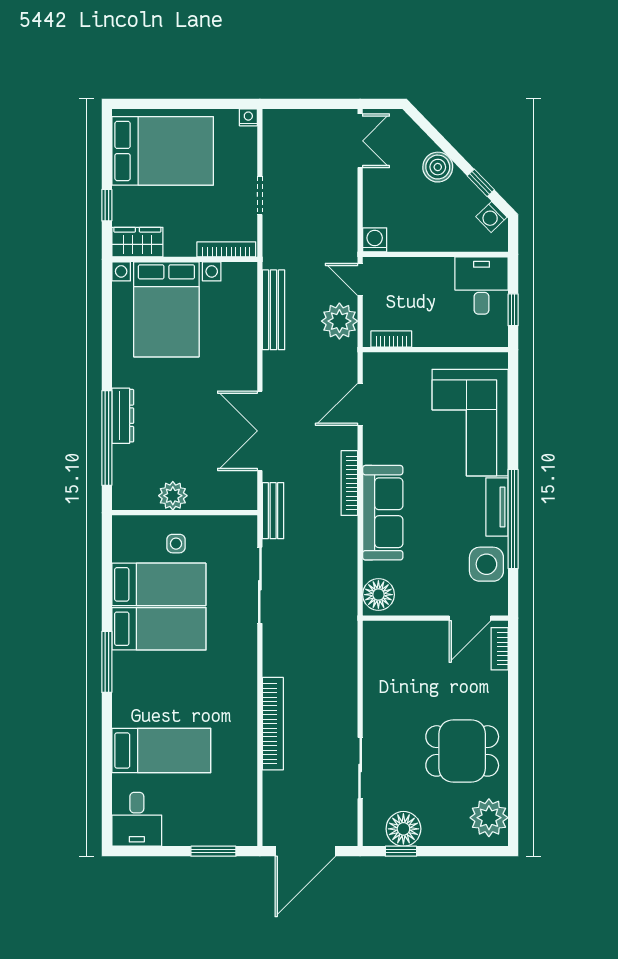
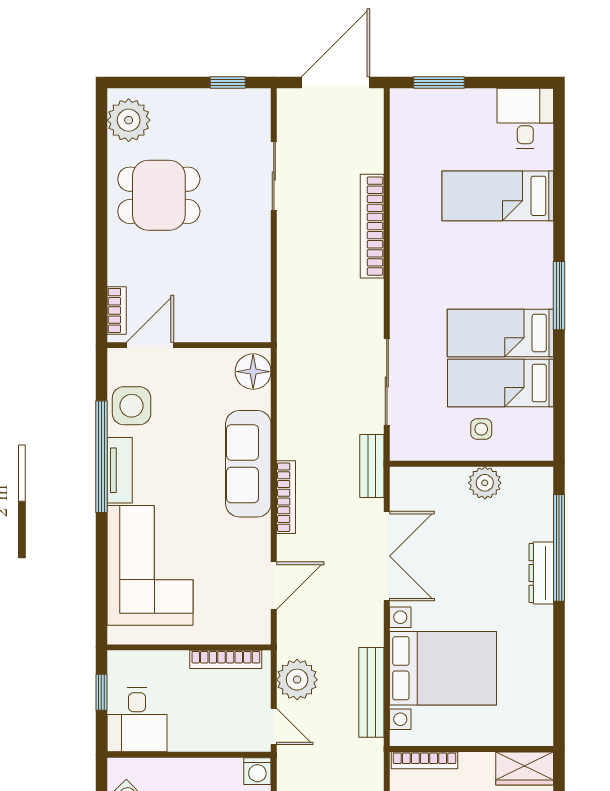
bed with nightstands: (166, 309) -> (443, 668), moved, turned 90
bookcase: (391, 339) -> (226, 659), width x1.56
floor lamp: (403, 829) -> (225, 108), removed

